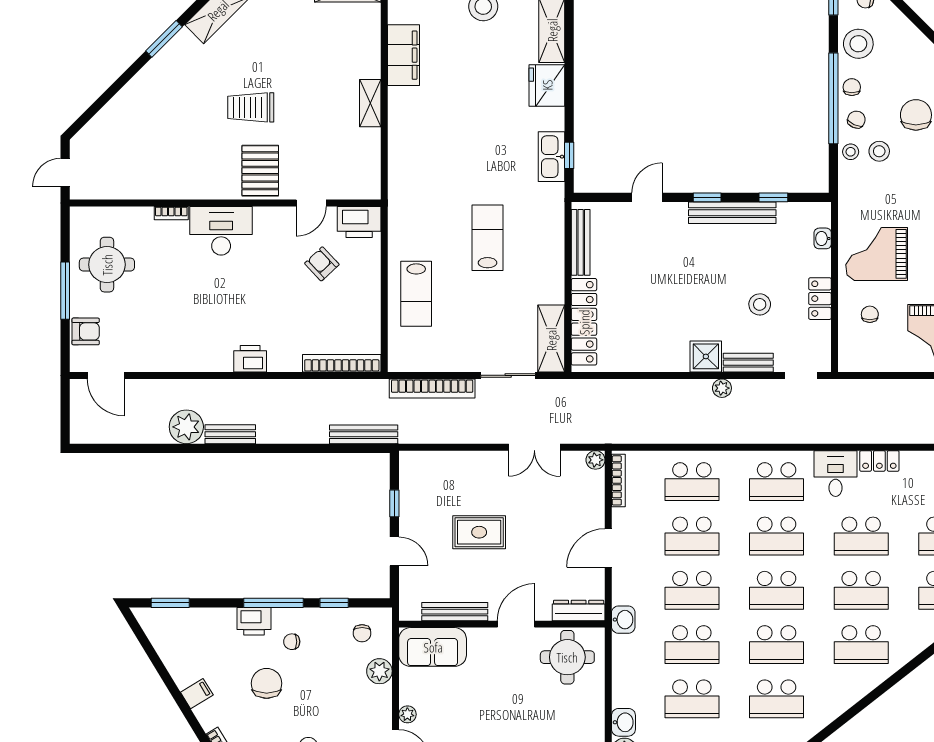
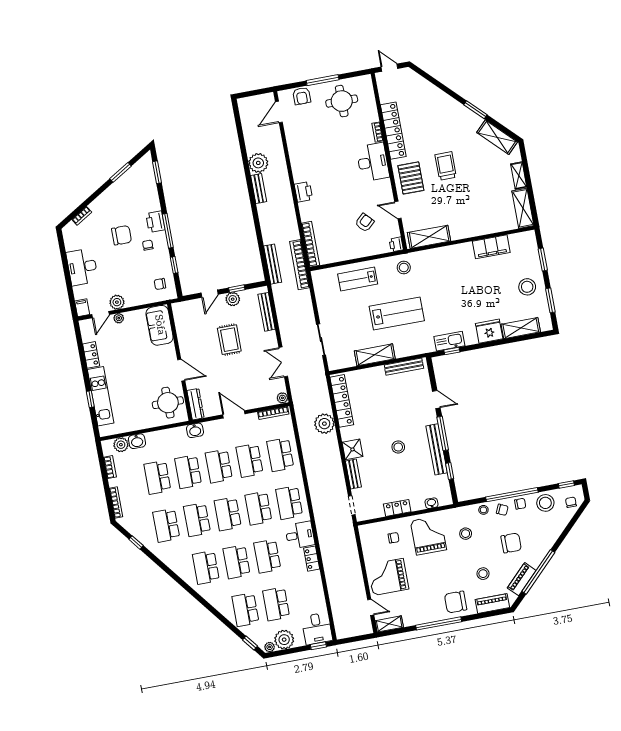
shelving: (370, 103) -> (429, 237), moved, width x1.50, depth x1.33
stool: (879, 151) -> (466, 534), moved
pallet: (260, 171) -> (411, 178), turned 90
locker: (174, 186) -> (393, 131), added
window: (707, 197) -> (443, 433), width x2.17
stool: (411, 211) -> (404, 268), added
printer: (359, 222) -> (396, 244), width x0.53, depth x0.68
lab bench: (488, 238) -> (397, 313), width x1.36, depth x1.39
stool: (760, 304) -> (398, 447), moved
locker: (584, 322) -> (342, 401), moved, turned -90
shelving: (551, 339) -> (375, 355), moved
plant: (722, 388) -> (324, 424), moved, width x1.87, depth x1.87
bookcase: (432, 389) -> (299, 265), moved
plant: (411, 514) -> (233, 299), added
bench: (455, 612) -> (267, 312), moved
window: (159, 665) -> (121, 172), added
plant: (379, 671) -> (117, 302), moved
filing cabinet: (197, 694) -> (108, 197), removed

